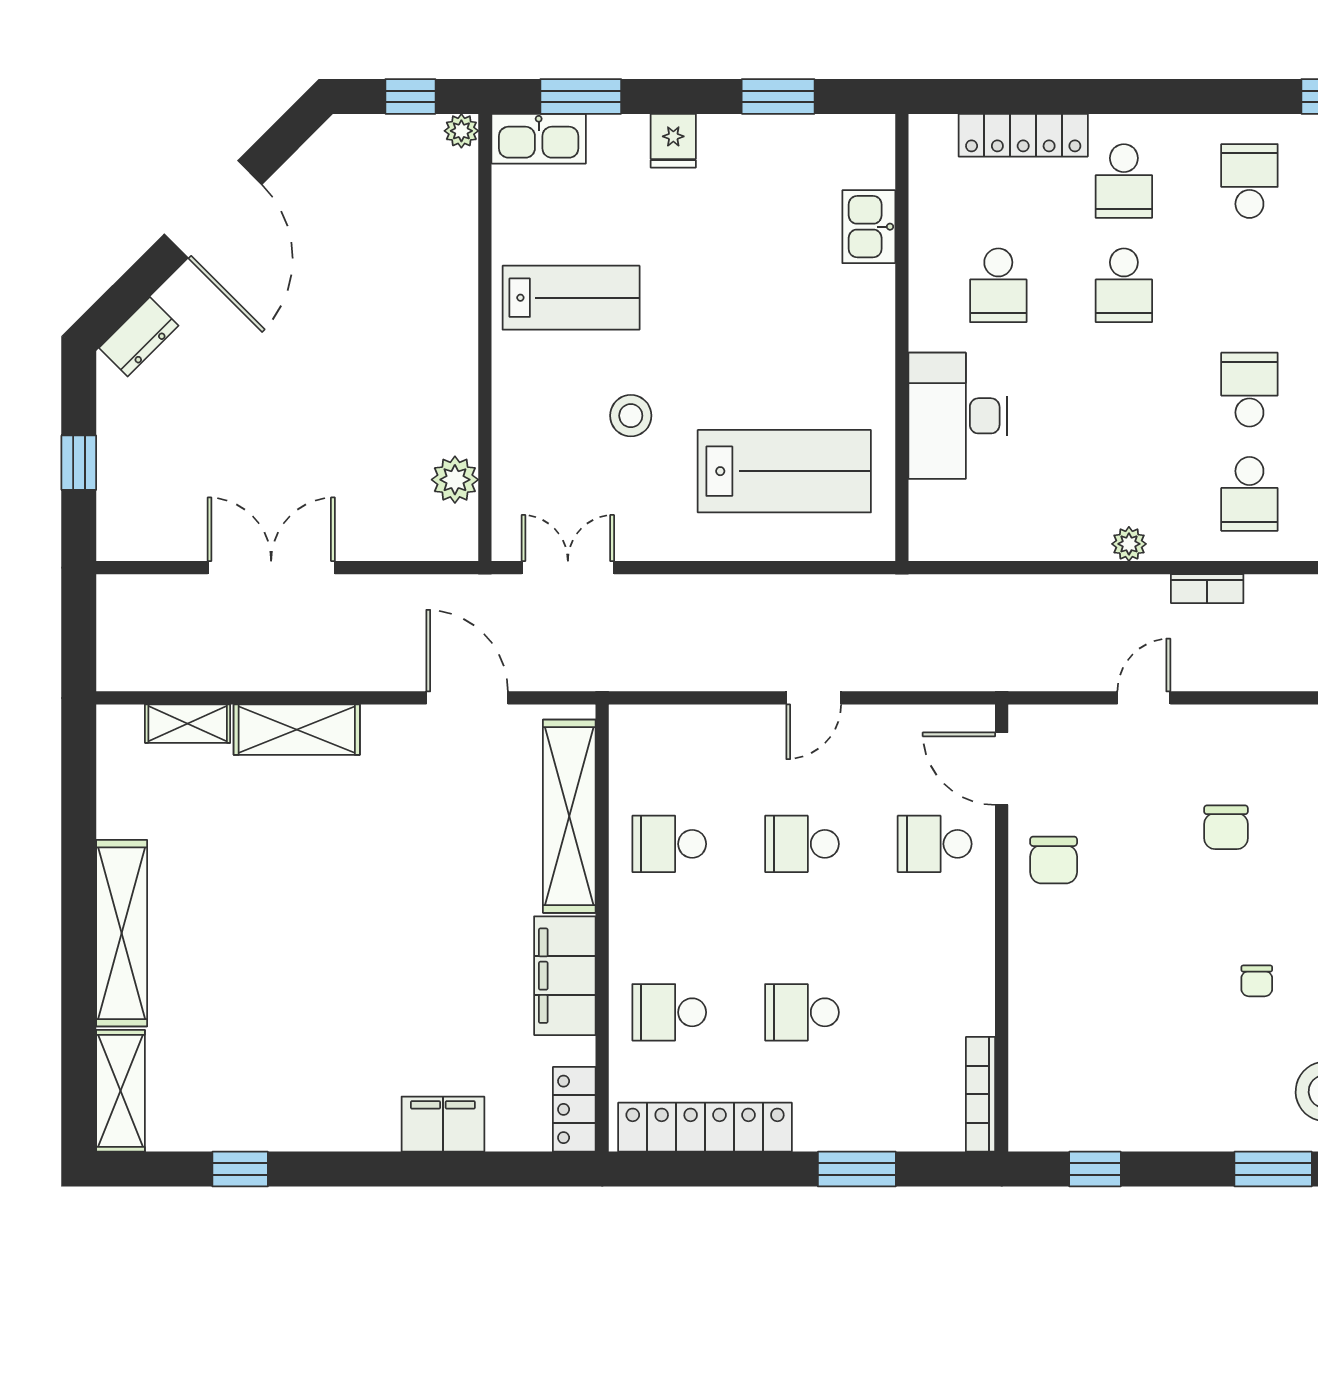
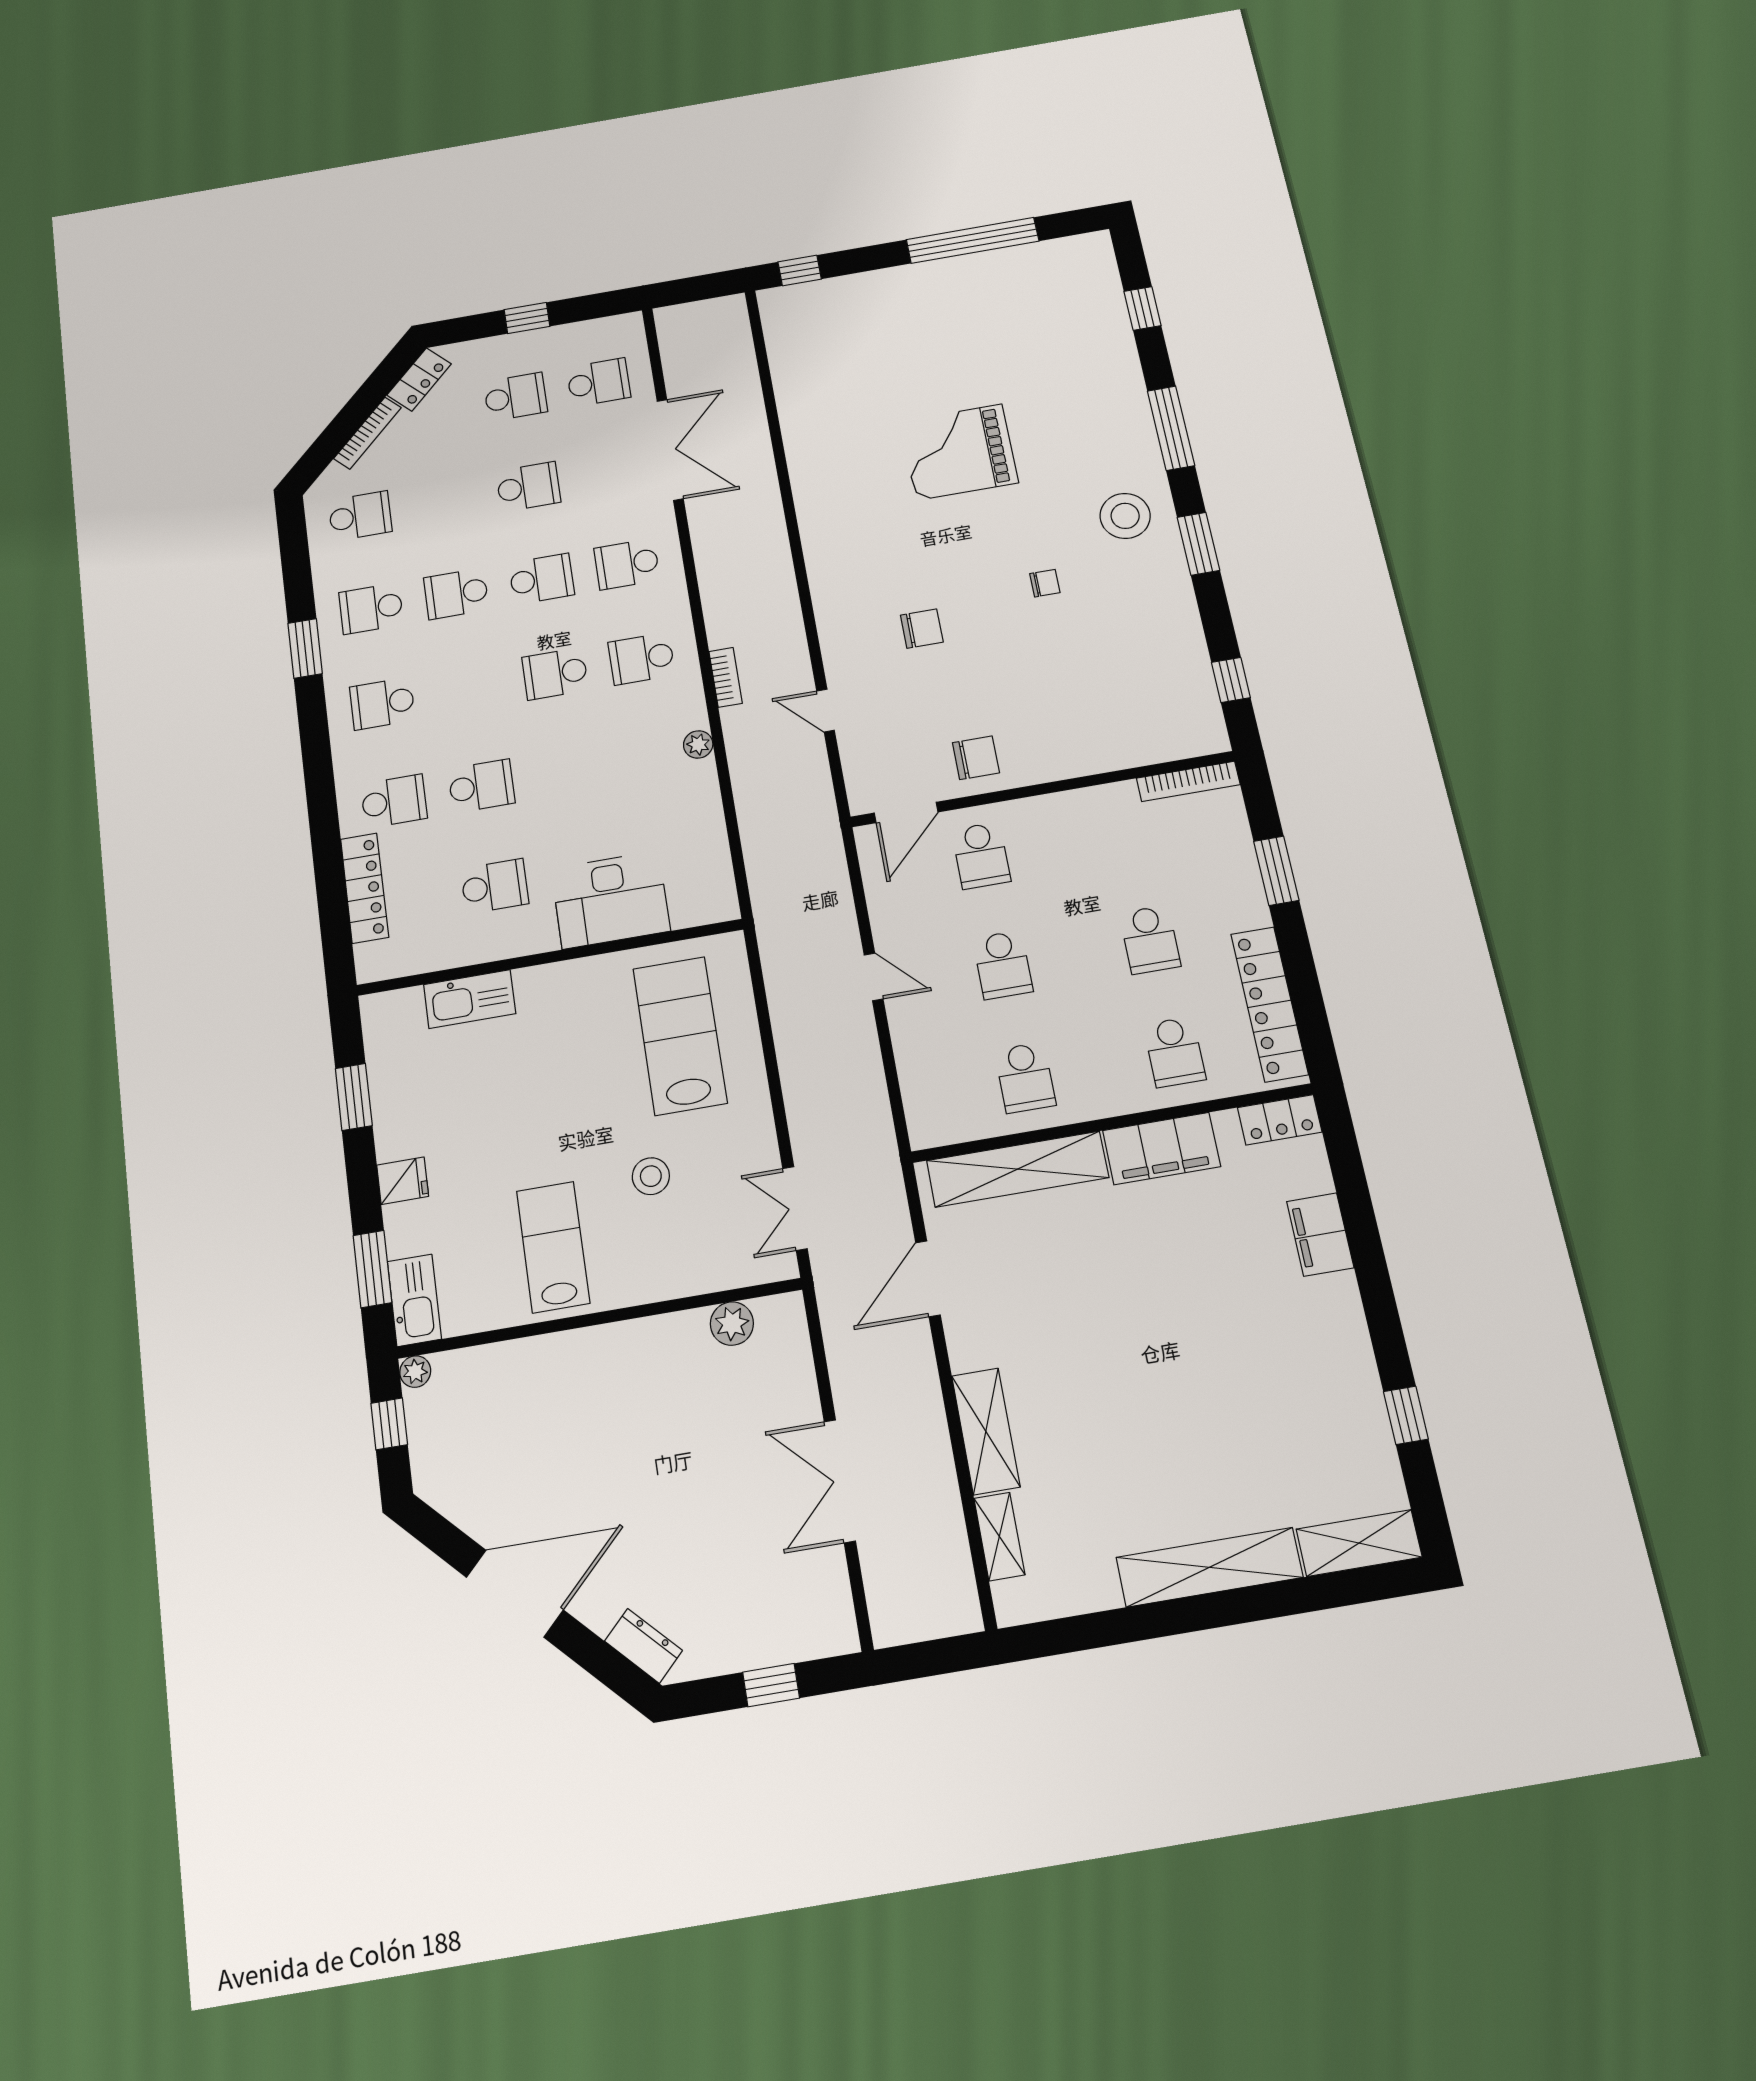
kitchen sink: (869, 227) -> (470, 999), width x1.38
school desk: (1249, 494) -> (642, 659), turned 180

